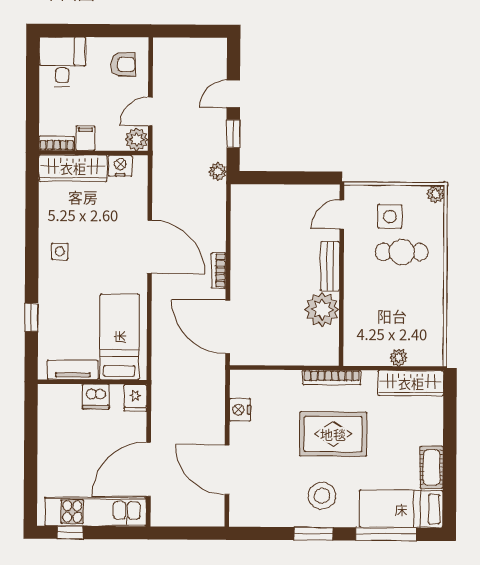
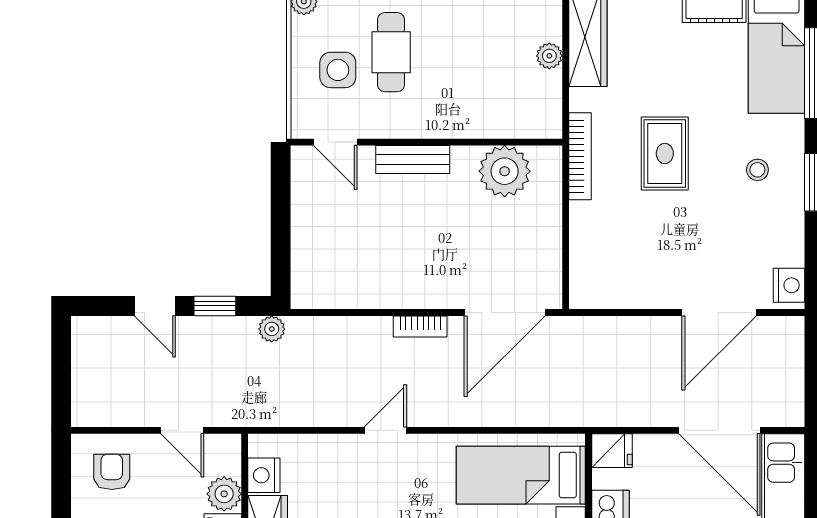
plant: (137, 139) -> (224, 494), moved
door: (150, 247) -> (385, 430), width x0.53
plant: (322, 310) -> (505, 171), moved
nightstand: (240, 410) -> (789, 285), moved, turned -90
rug: (333, 434) -> (665, 154), width x0.73, depth x0.70
stool: (322, 496) -> (757, 170), width x0.53, depth x0.53

